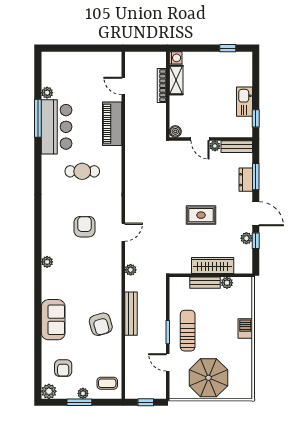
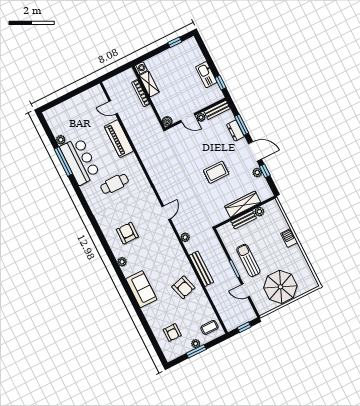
armchair: (85, 227) -> (127, 233), moved
sofa: (53, 320) -> (141, 289), moved
plant: (49, 391) -> (170, 354), removed

